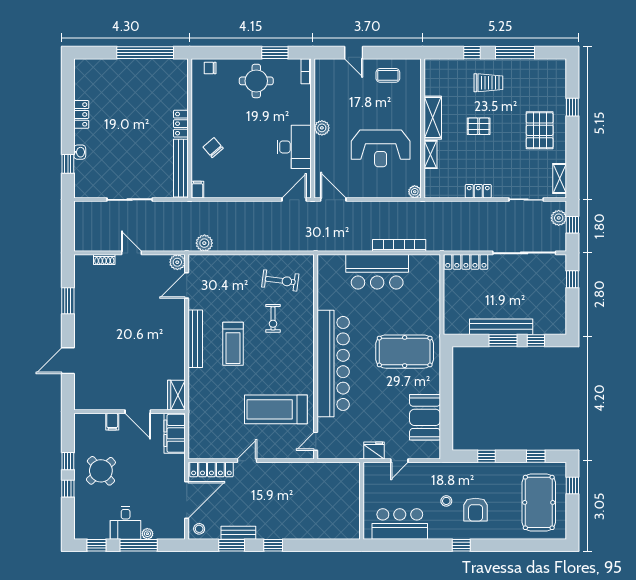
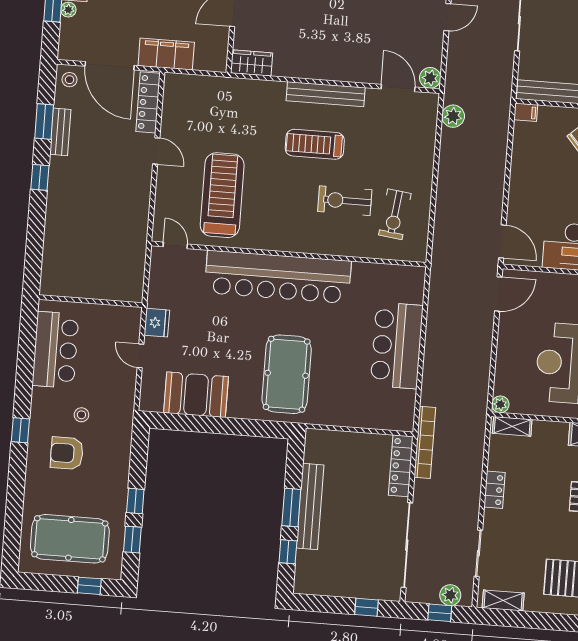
shelving: (430, 154) -> (512, 426), moved
bookcase: (399, 245) -> (425, 442), moved
exercise bike: (273, 318) -> (345, 201), width x1.38, depth x1.39
filing cabinet: (175, 433) -> (166, 54), moved
window: (486, 456) -> (135, 501), moved

